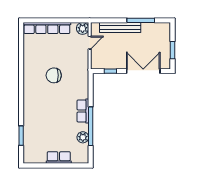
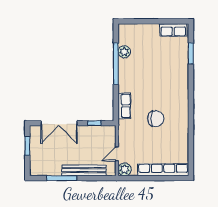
row of seats: (83, 111) -> (124, 106), moved
row of seats: (59, 158) -> (173, 30), moved

